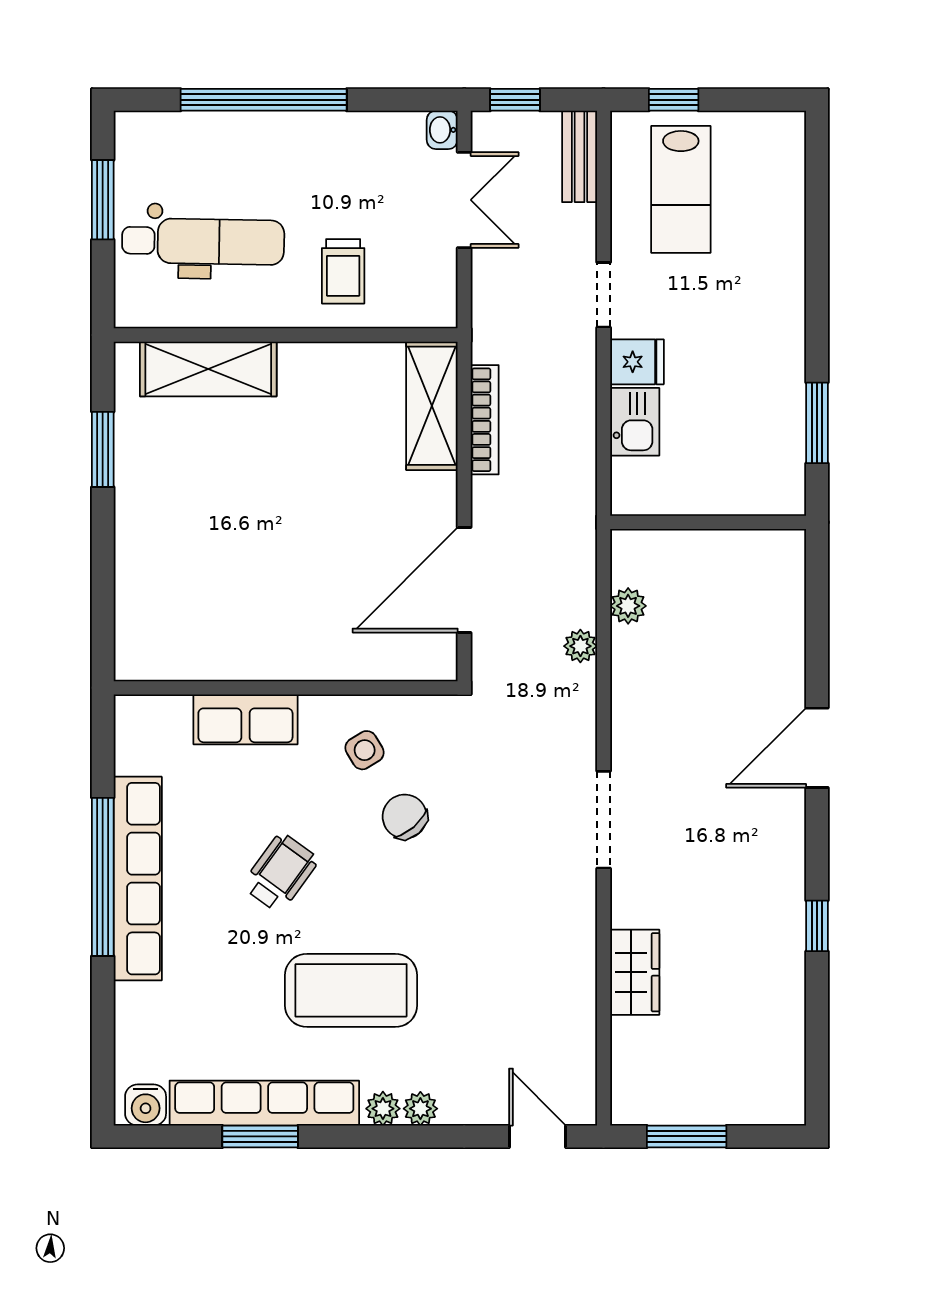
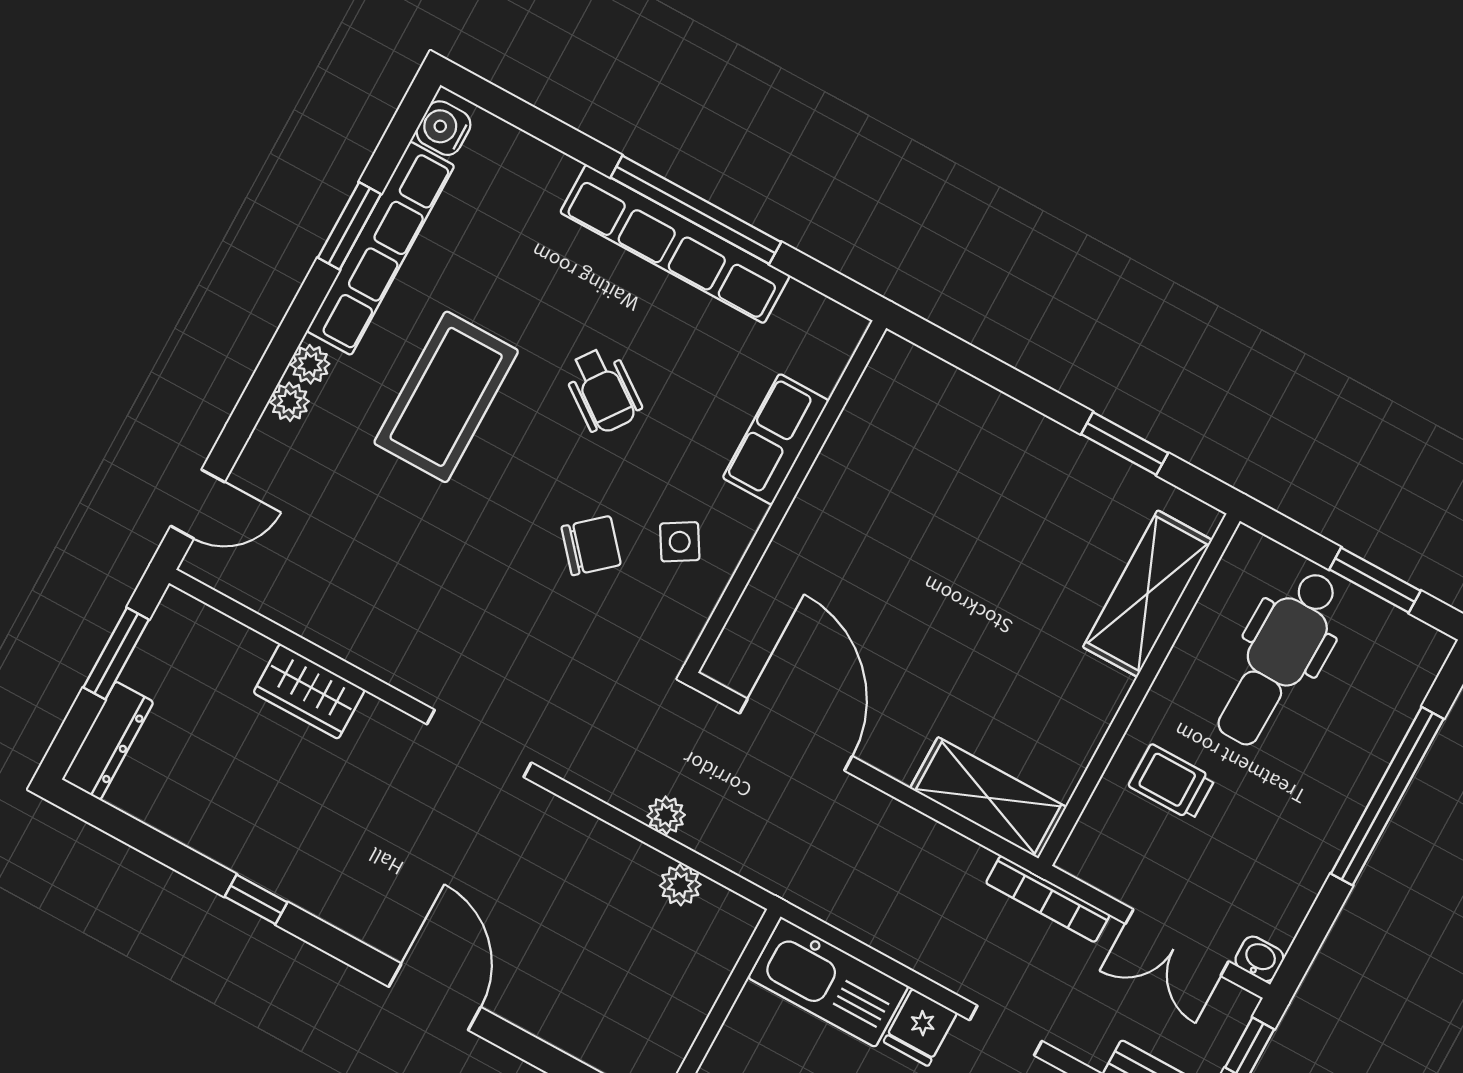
bookcase: (485, 420) -> (1048, 899), moved
kitchen sink: (635, 422) -> (828, 982), width x1.88, depth x1.24
dresser: (757, 1106) -> (108, 741), added

